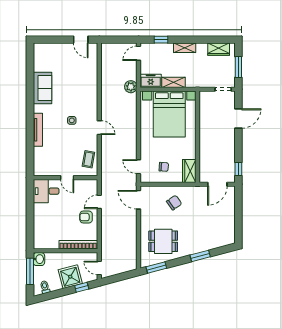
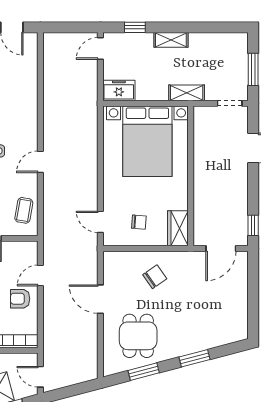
wardrobe: (219, 49) -> (223, 42), removed
shelving: (173, 82) -> (187, 93), moved
plant: (131, 87) -> (89, 99), removed
door: (99, 128) -> (40, 162), swing flipped
door: (139, 200) -> (100, 299), moved
dining table: (163, 241) -> (138, 336), turned 90
window: (156, 267) -> (144, 372), moved

